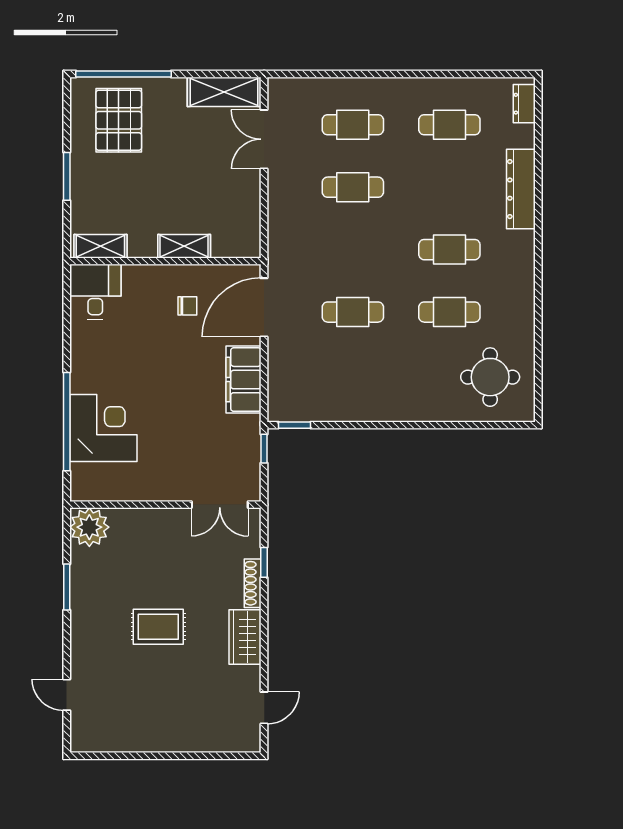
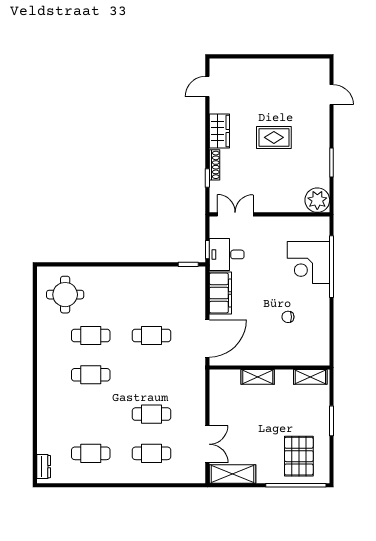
dresser: (521, 189) -> (46, 413), removed
desk: (95, 292) -> (227, 254), moved, turned 90
chair: (187, 306) -> (288, 317), moved

